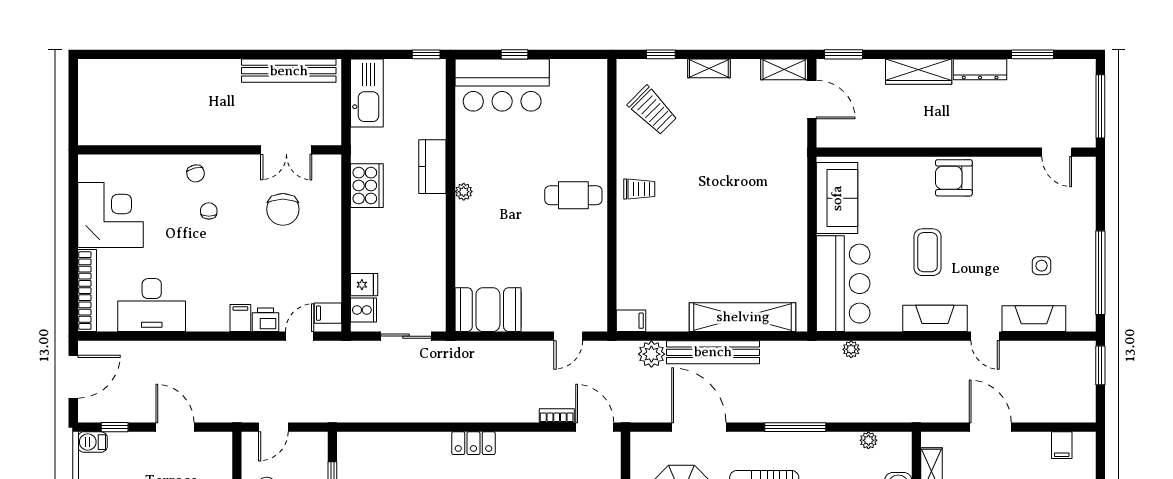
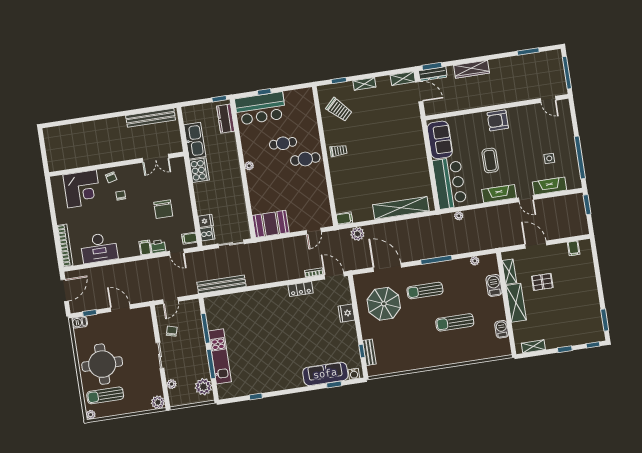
dresser: (980, 69) -> (433, 74), moved
kitchen sink: (367, 93) -> (195, 141), moved
cafe table: (535, 158) -> (283, 143), added
kitchen counter: (432, 167) -> (226, 119), moved
chair: (283, 209) -> (163, 209), moved
corner desk: (110, 215) -> (82, 189), moved, turned 90
door: (300, 336) -> (177, 252), swing flipped
bench: (713, 352) -> (221, 284), moved
locker: (473, 443) -> (301, 289), moved

